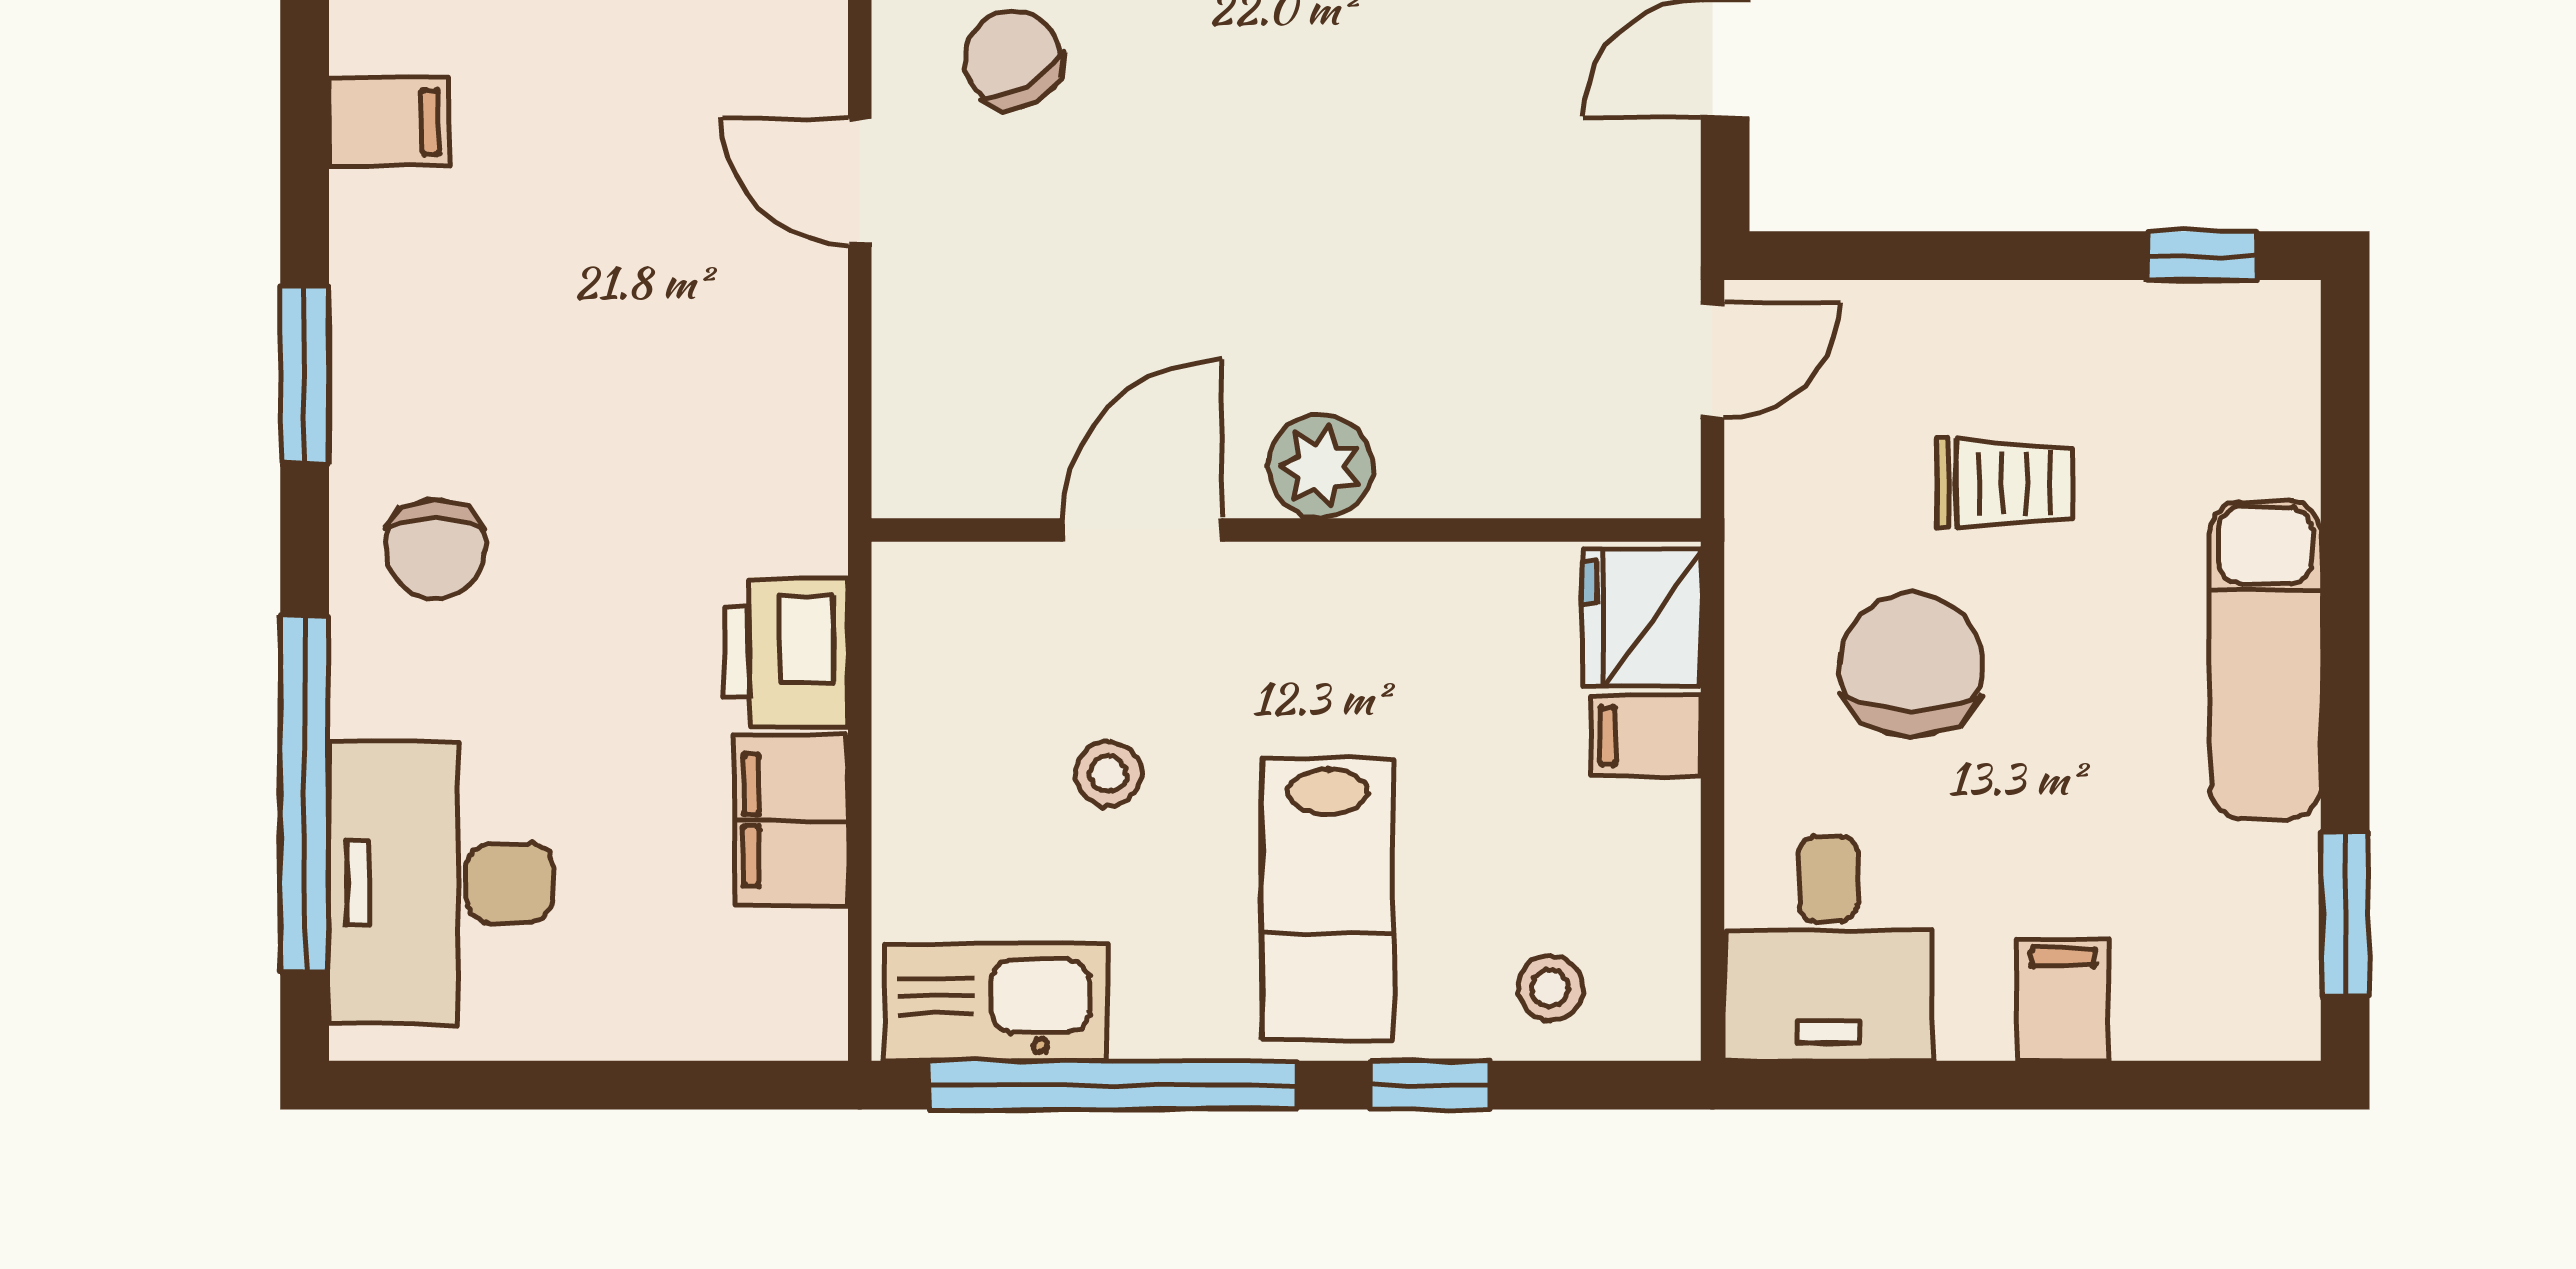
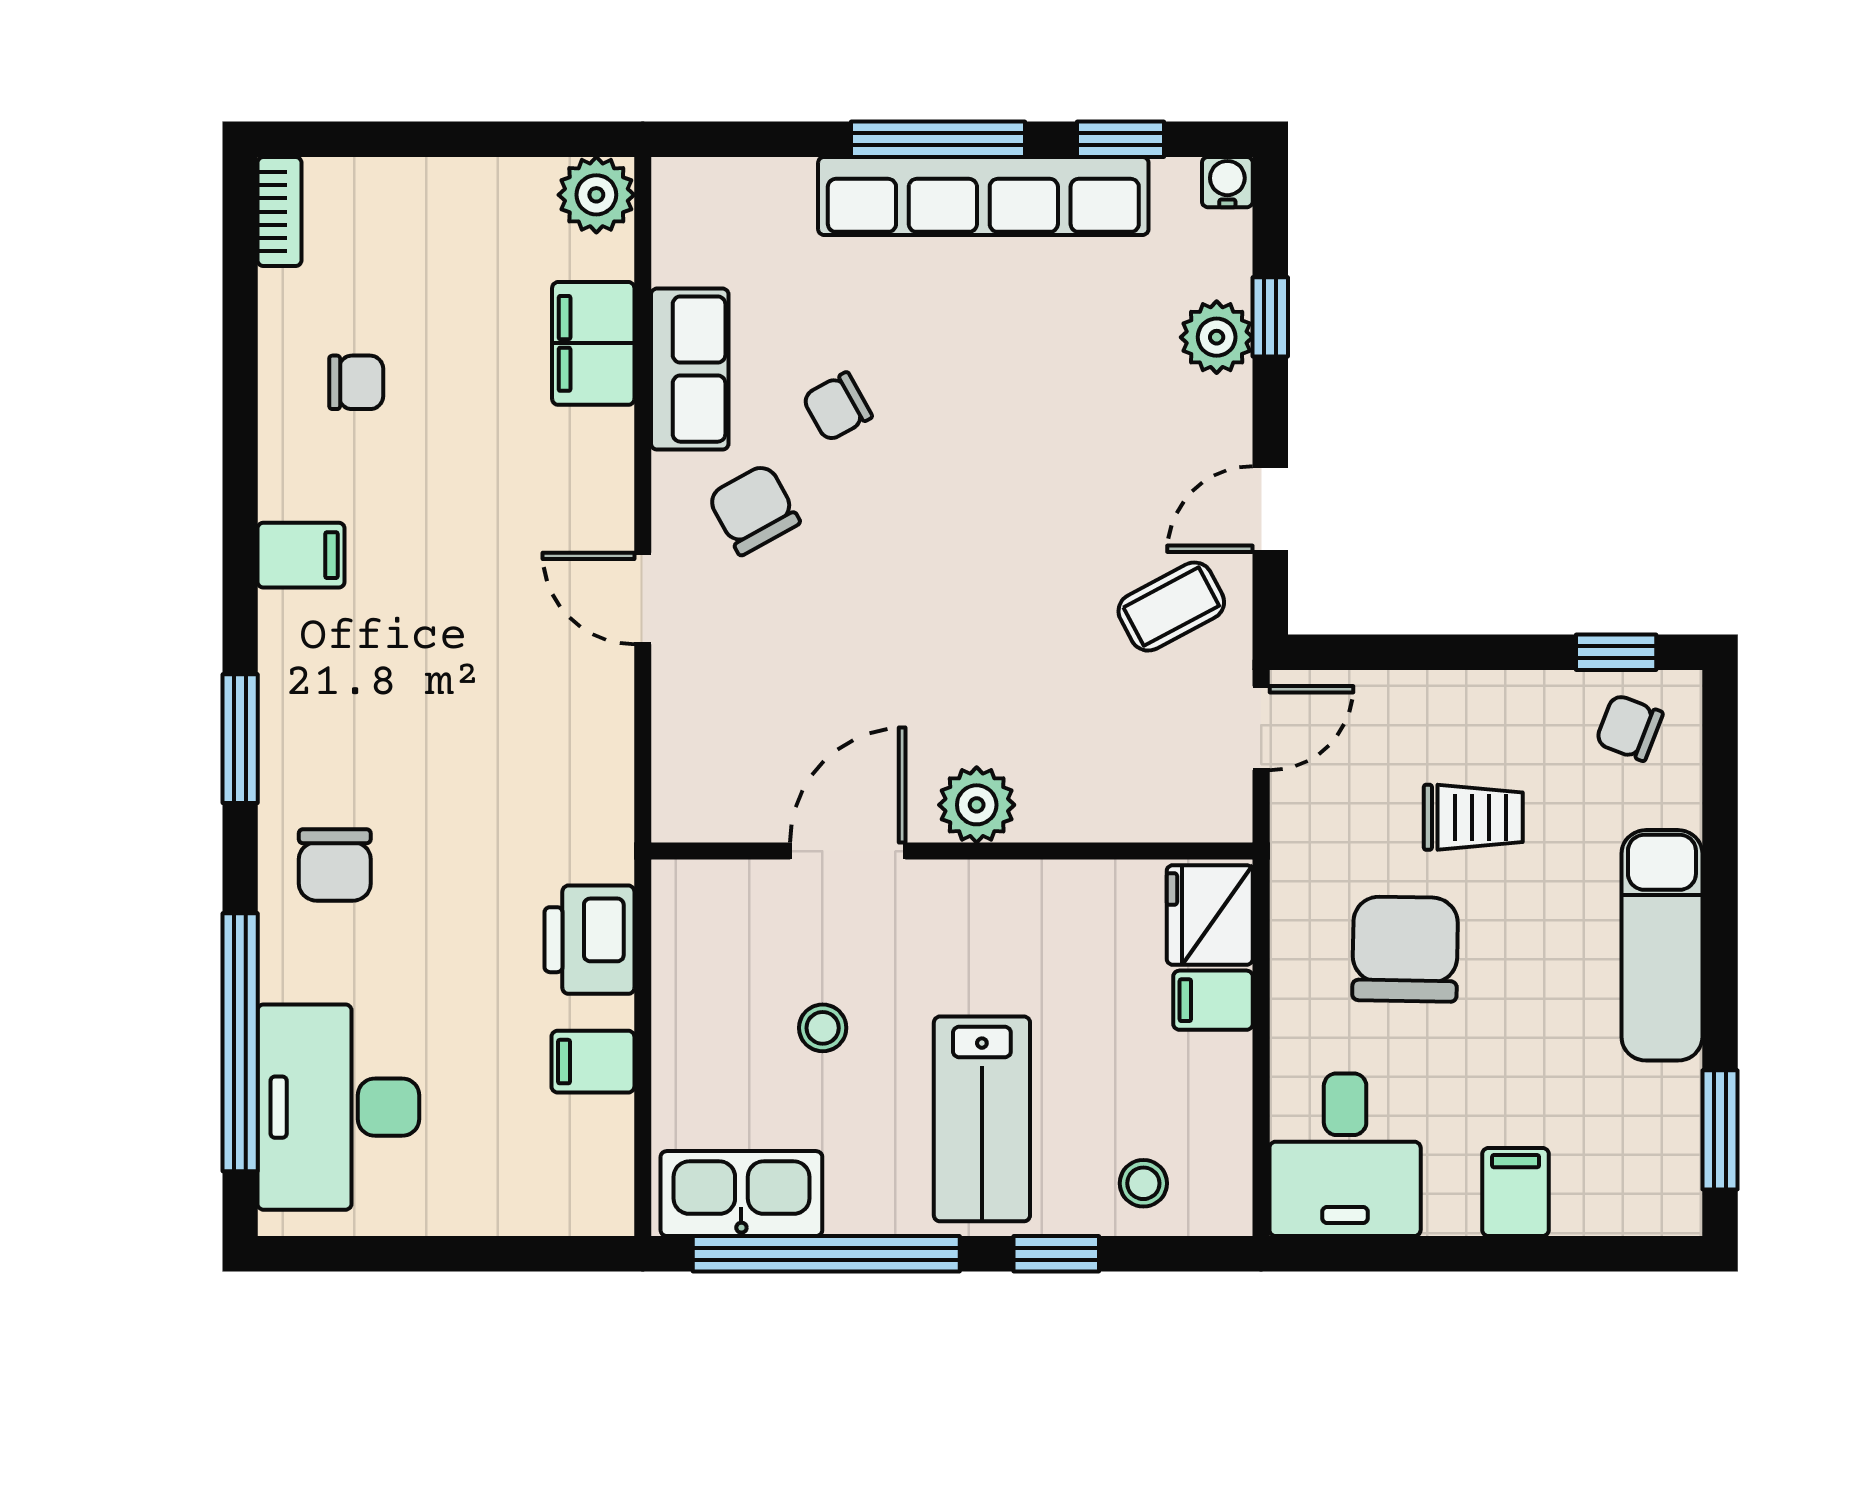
coffee table: (1589, 193) -> (1171, 607), added
chair: (2220, 360) -> (1629, 728), added
filing cabinet: (791, 820) -> (593, 1062), width x0.50

